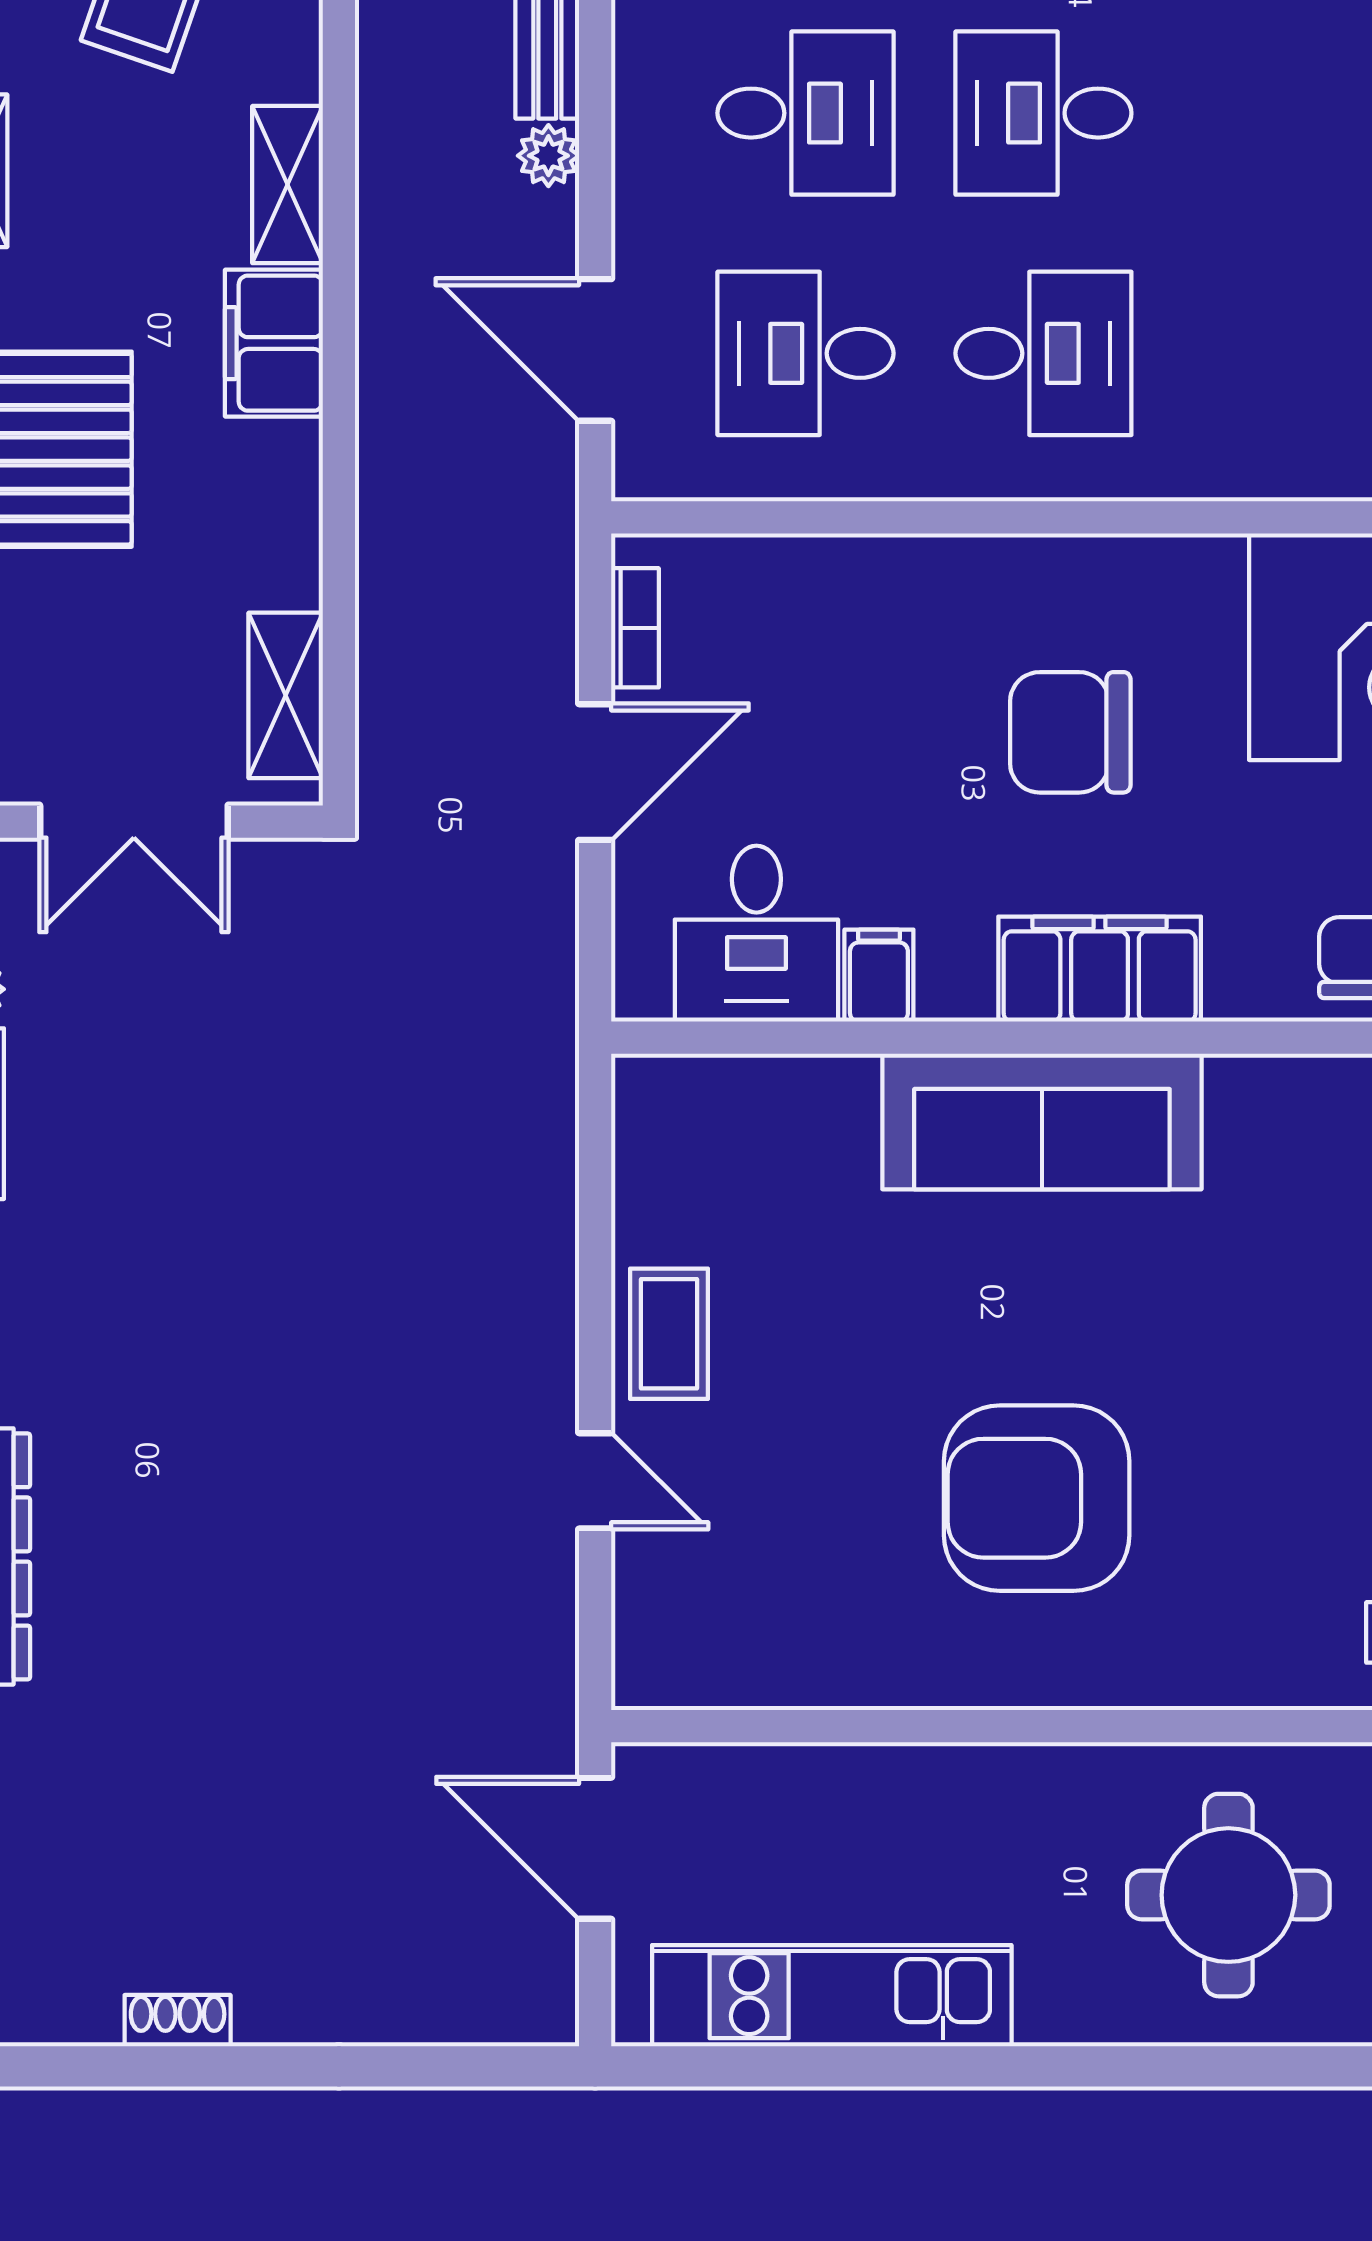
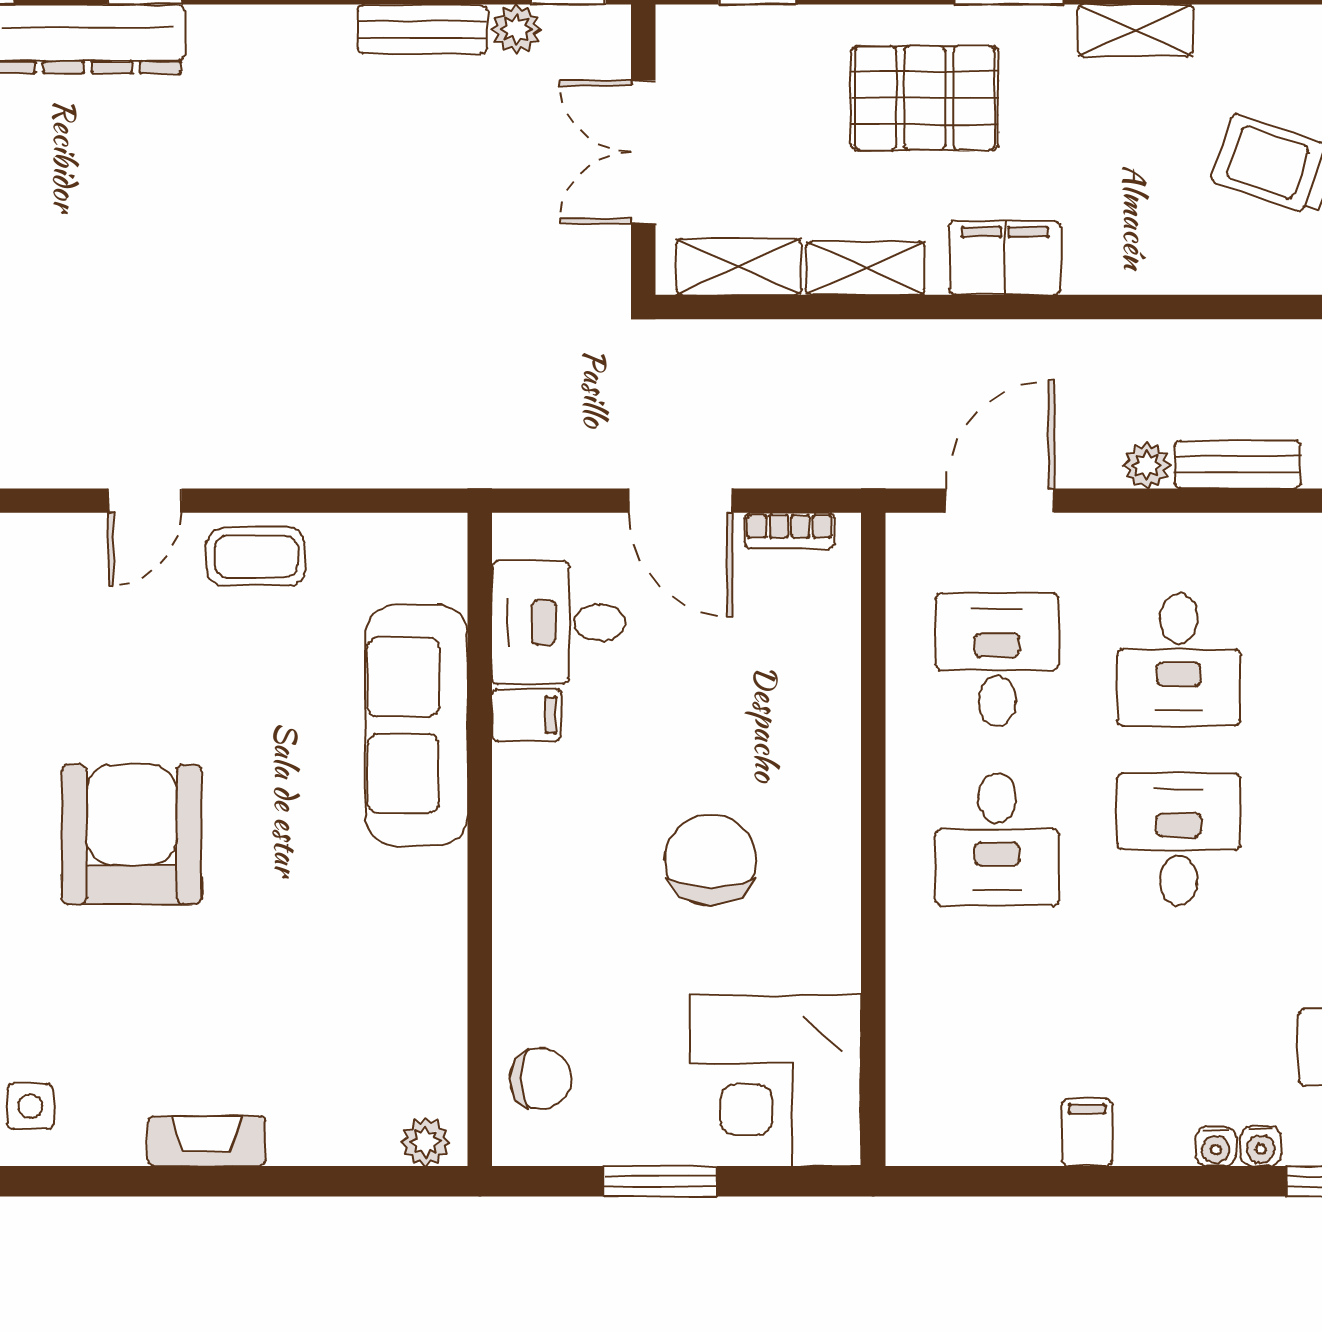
shelving: (288, 185) -> (865, 268), moved
filing cabinet: (1100, 969) -> (532, 882), removed
sofa: (1042, 1122) -> (416, 725), moved

